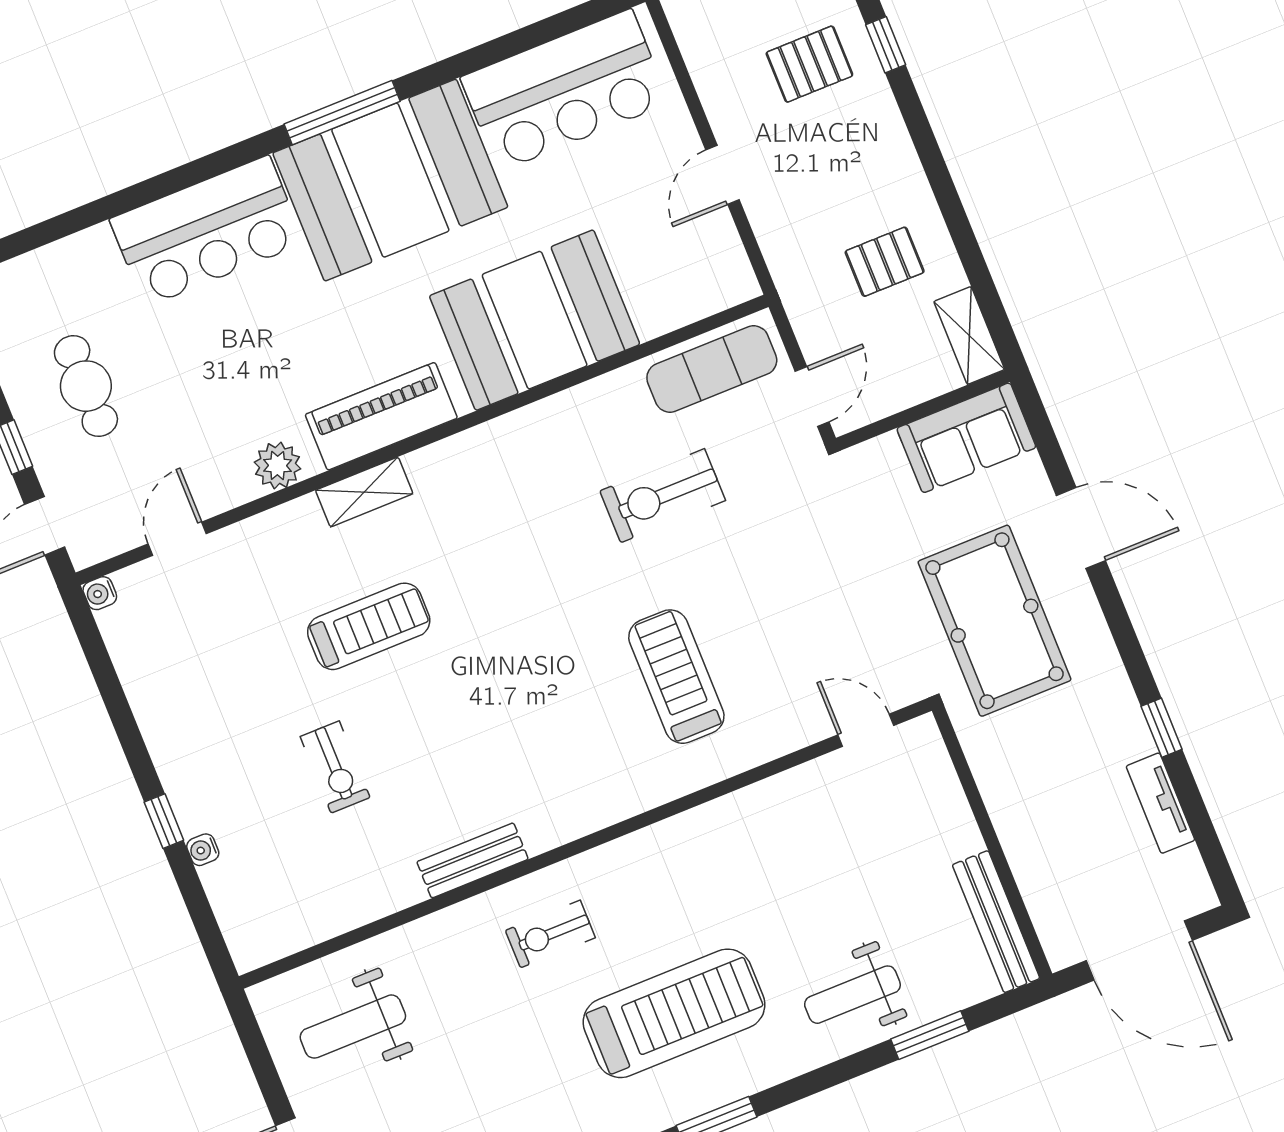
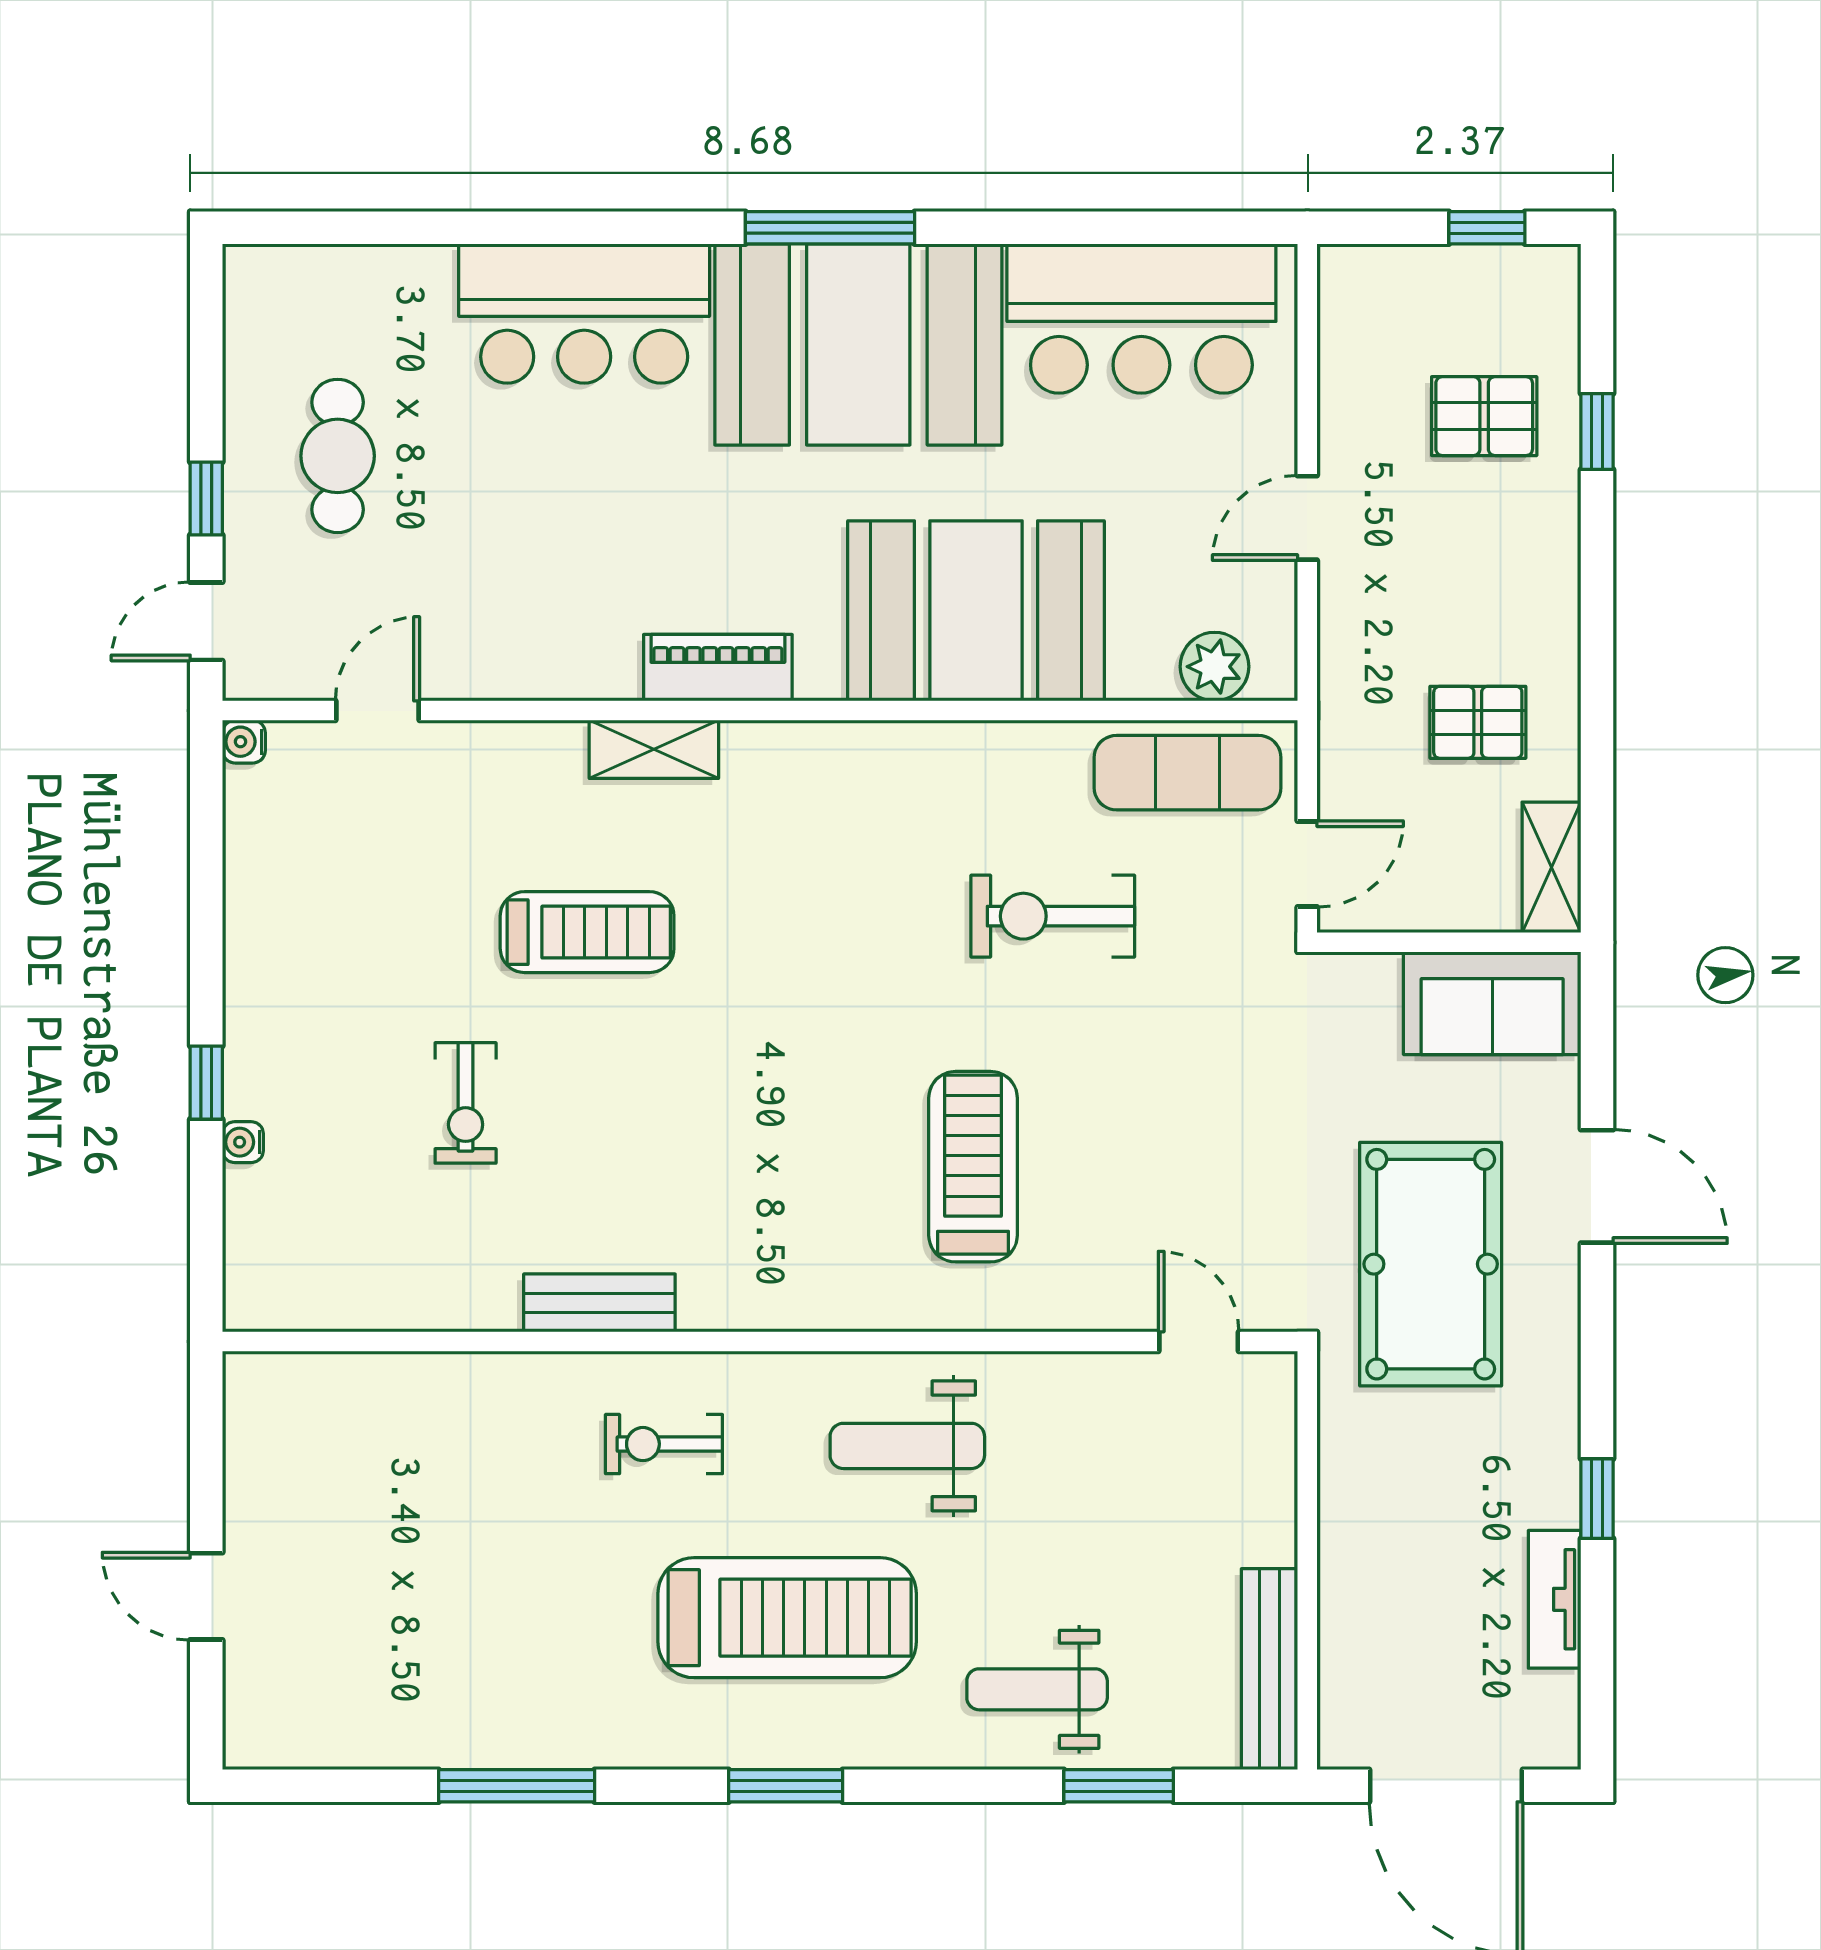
piano: (381, 416) -> (718, 668), width x0.73, depth x0.75
plant: (278, 465) -> (1214, 667), moved
weight bench: (353, 1027) -> (907, 1446), moved

